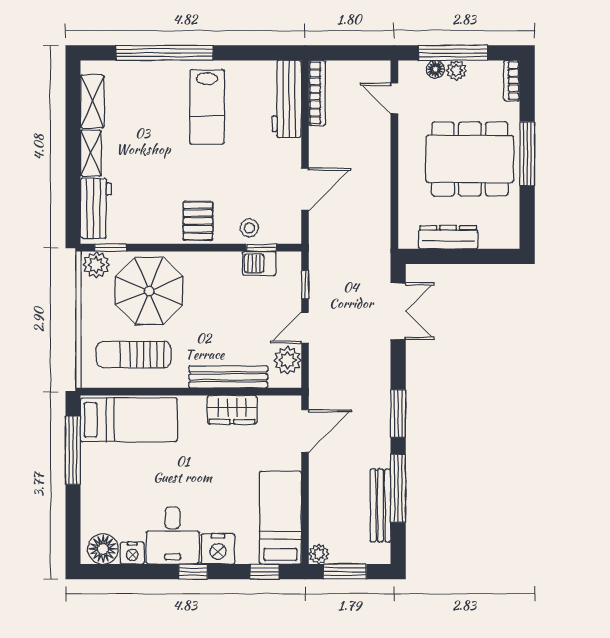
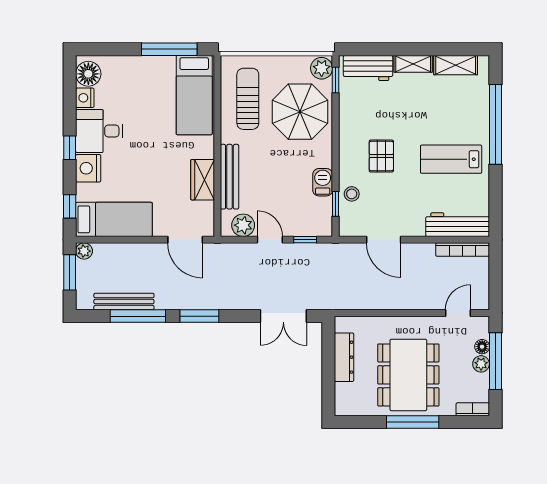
pallet: (198, 221) -> (381, 156), moved, turned 90
barbecue: (259, 263) -> (323, 182), moved

